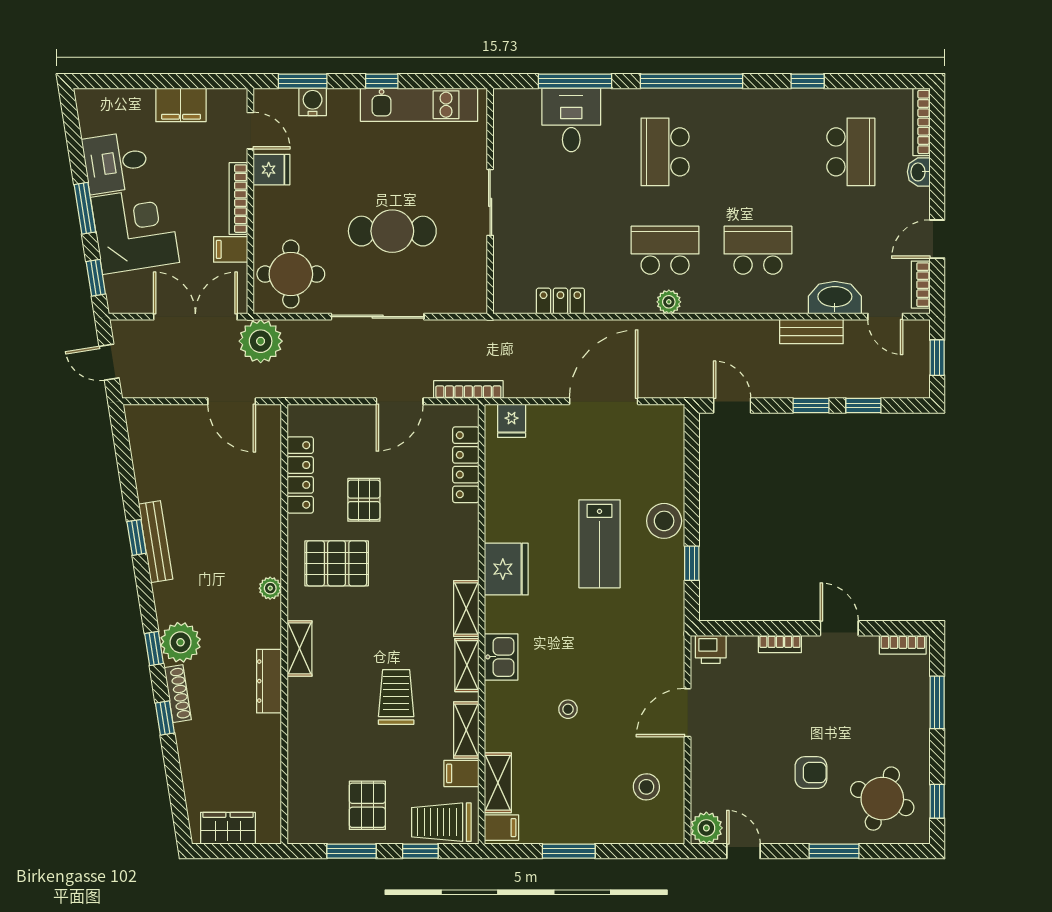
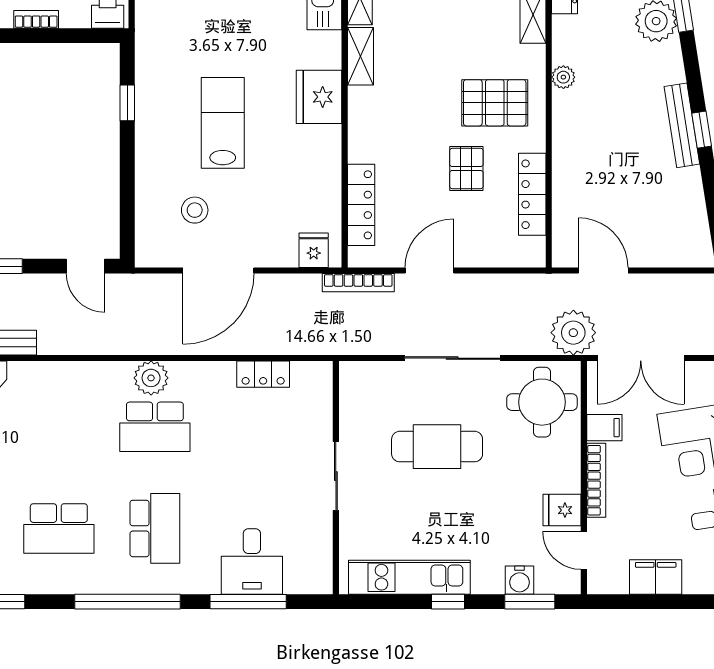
school desk: (758, 250) -> (59, 528), moved
plant: (669, 302) -> (151, 378), width x1.38, depth x1.38
stool: (664, 521) -> (195, 210), moved, width x0.73, depth x0.73

